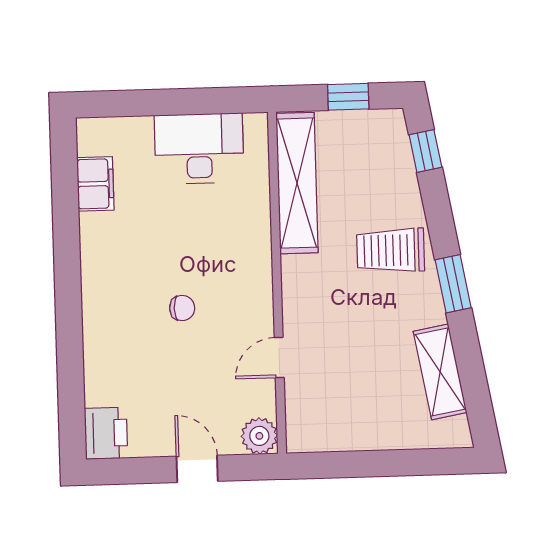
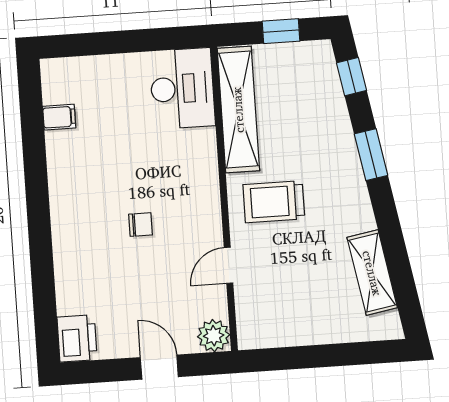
desk: (199, 149) -> (182, 88), moved, turned 90
filing cabinet: (95, 184) -> (59, 117), width x0.50
trolley: (391, 250) -> (274, 202), moved
window: (453, 284) -> (371, 155), moved

